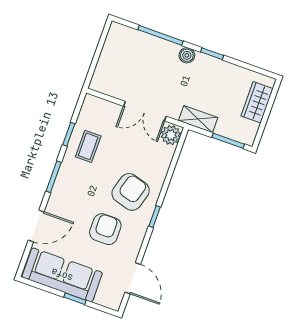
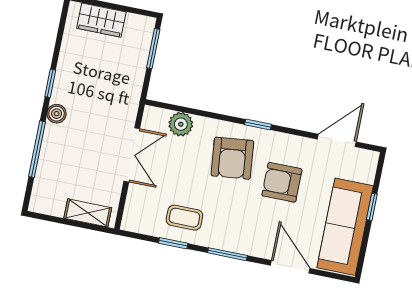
shelving: (198, 119) -> (88, 213), moved, turned 90
plant: (171, 135) -> (181, 124), moved
armchair: (131, 192) -> (232, 158), turned -112

